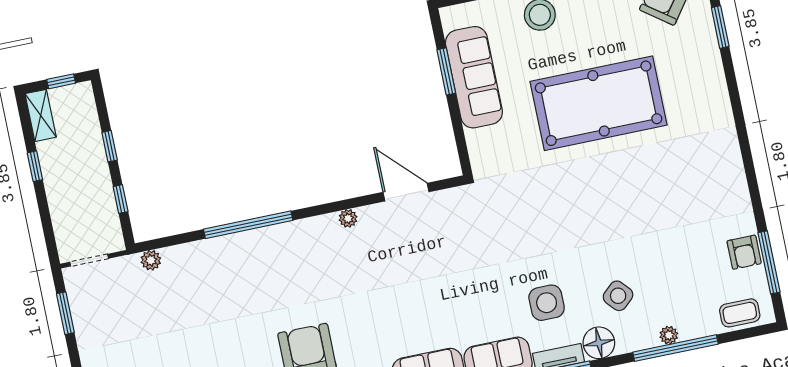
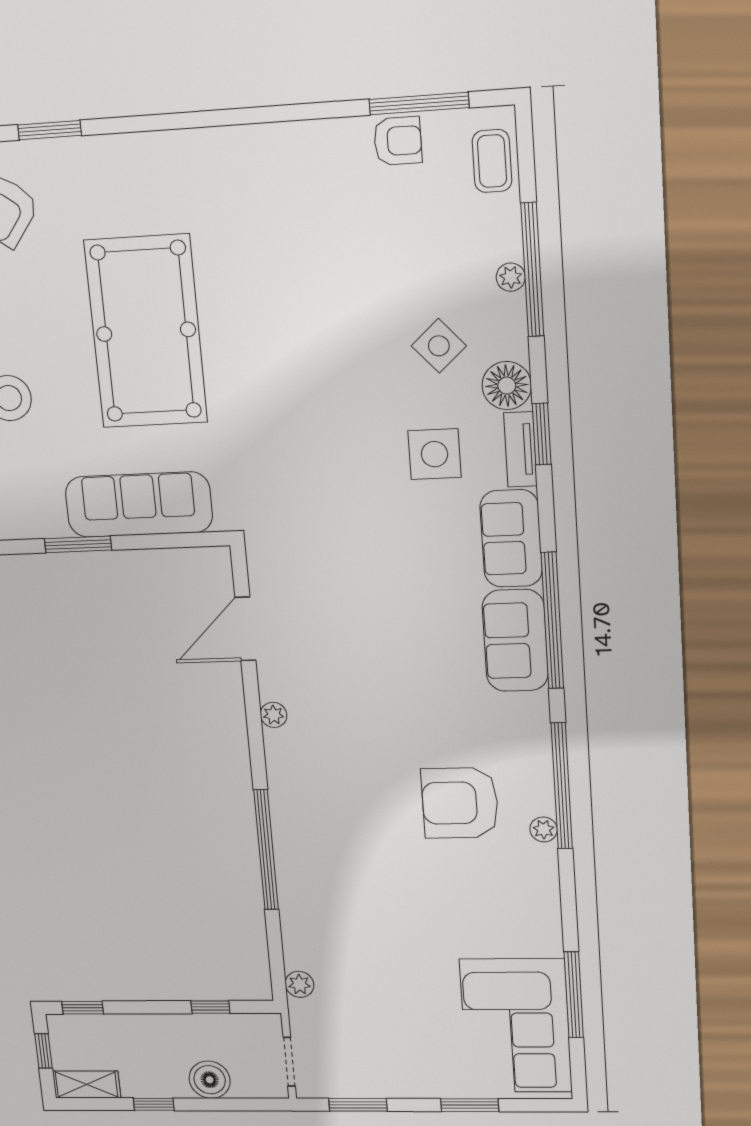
sofa: (474, 77) -> (139, 505), moved
window: (110, 146) -> (83, 1008), moved
boiler: (63, 205) -> (210, 1080), added

